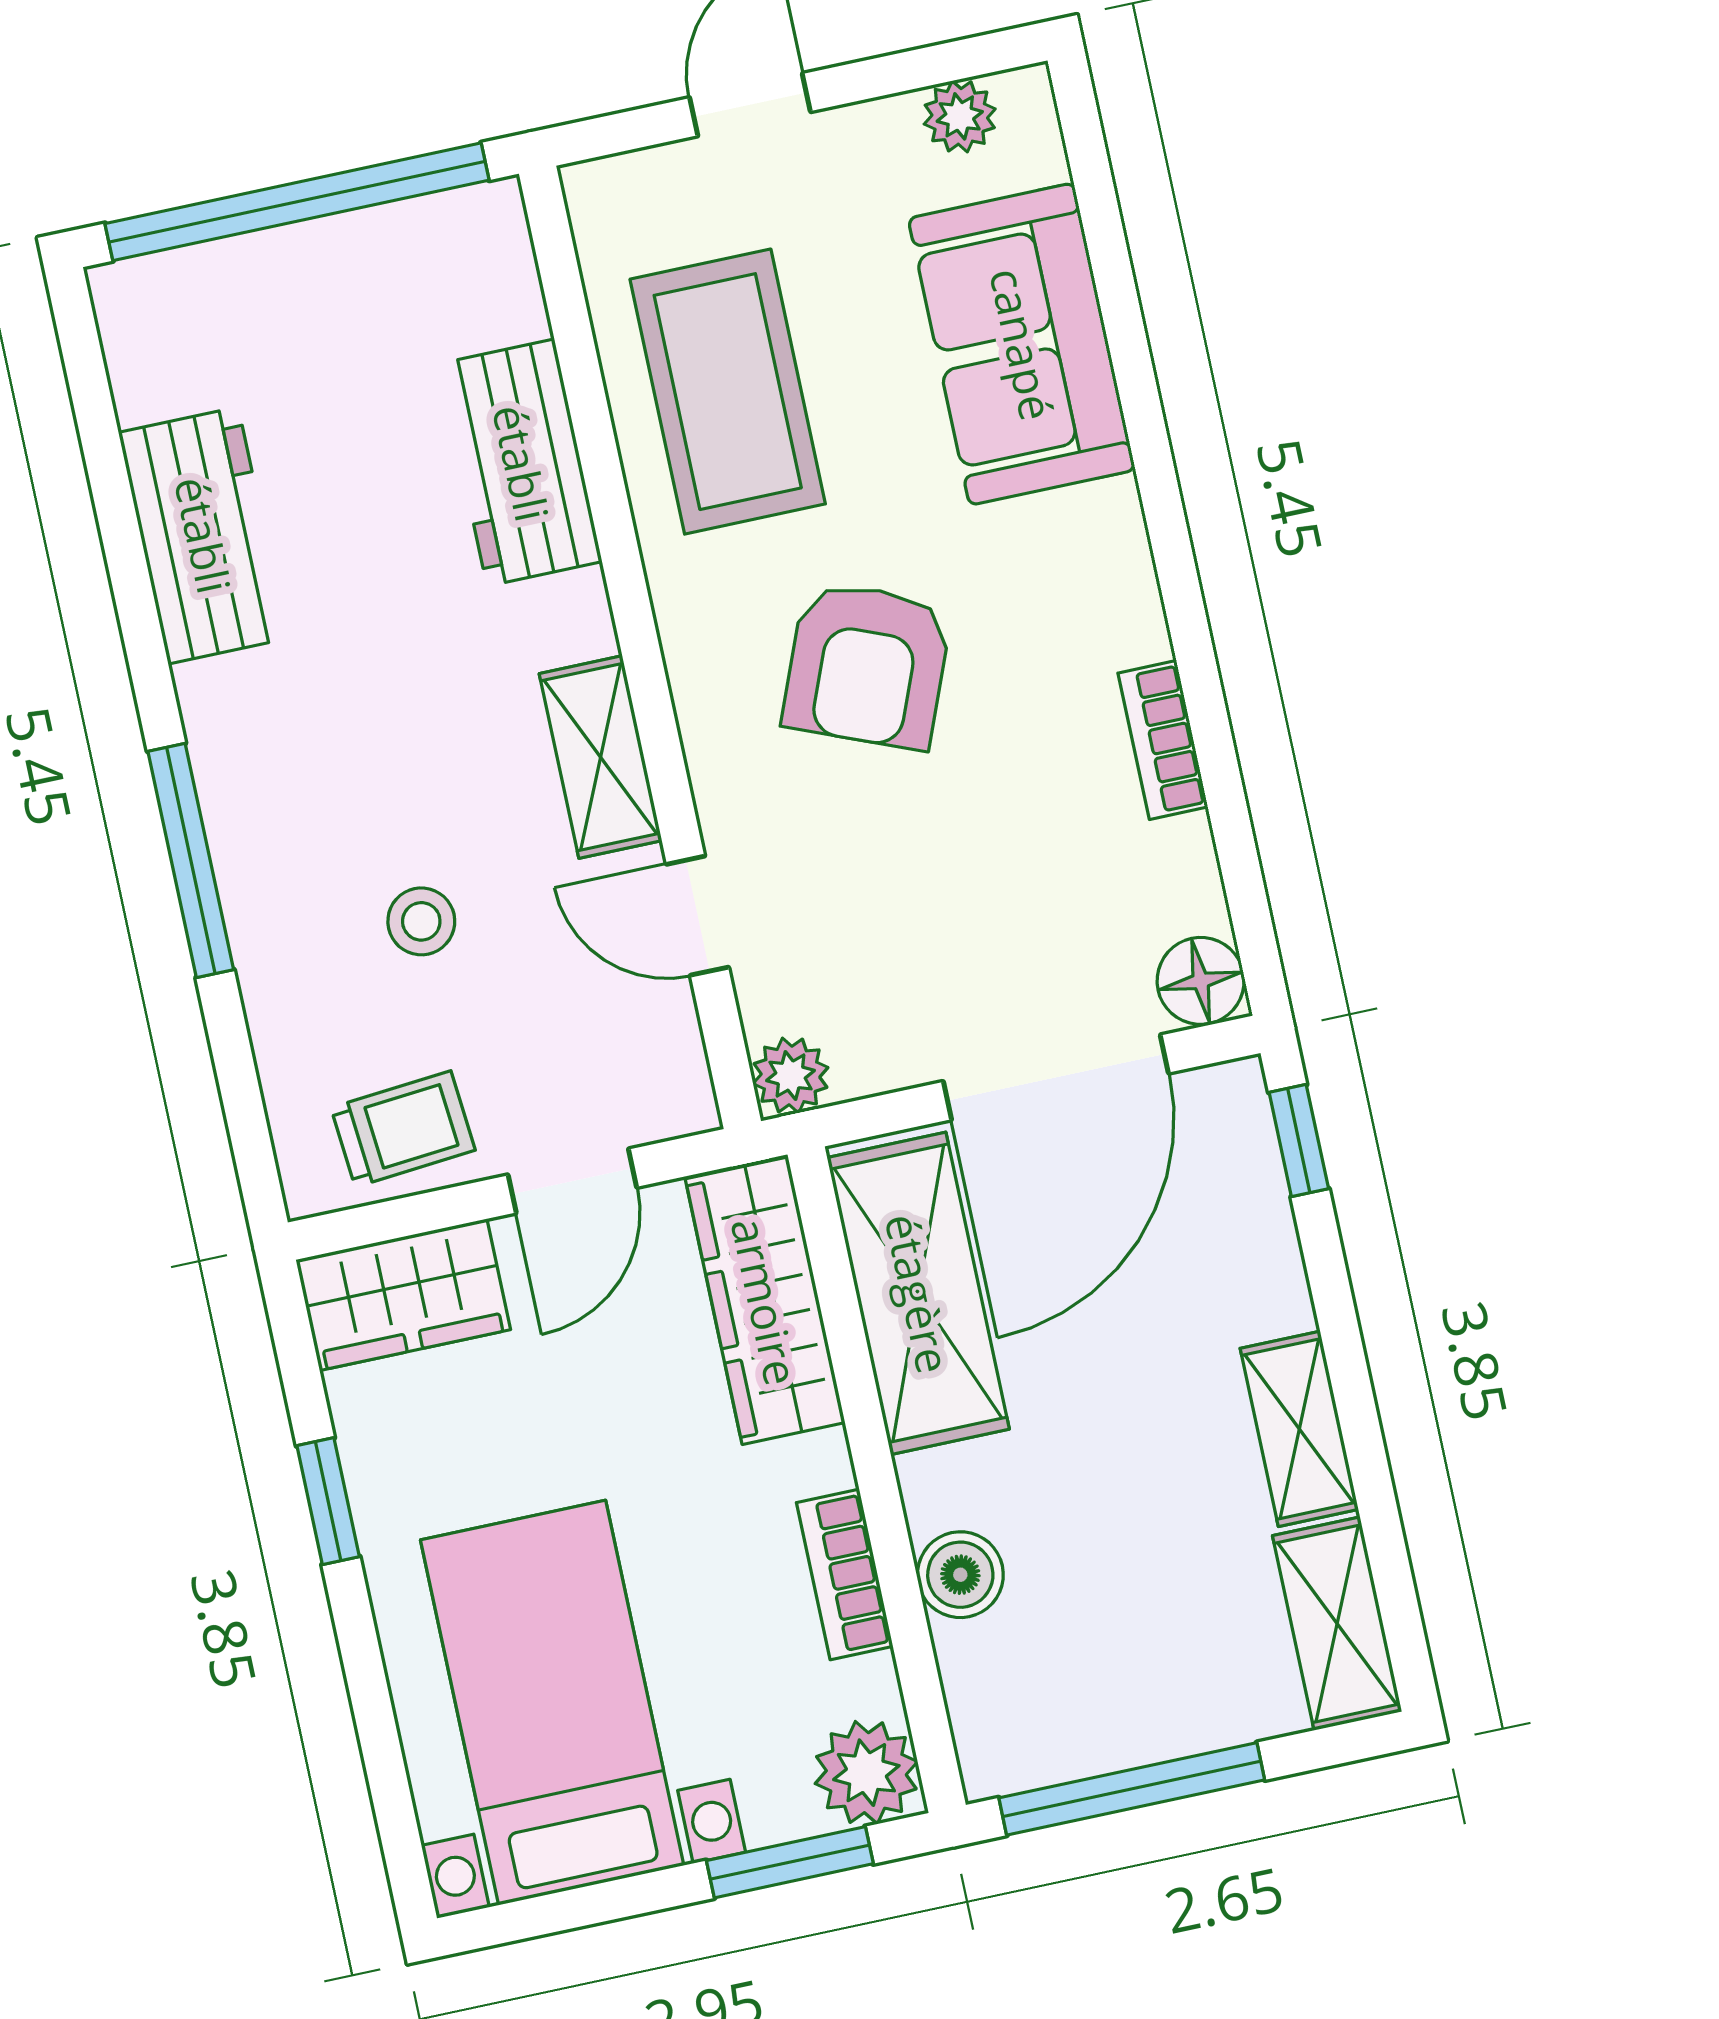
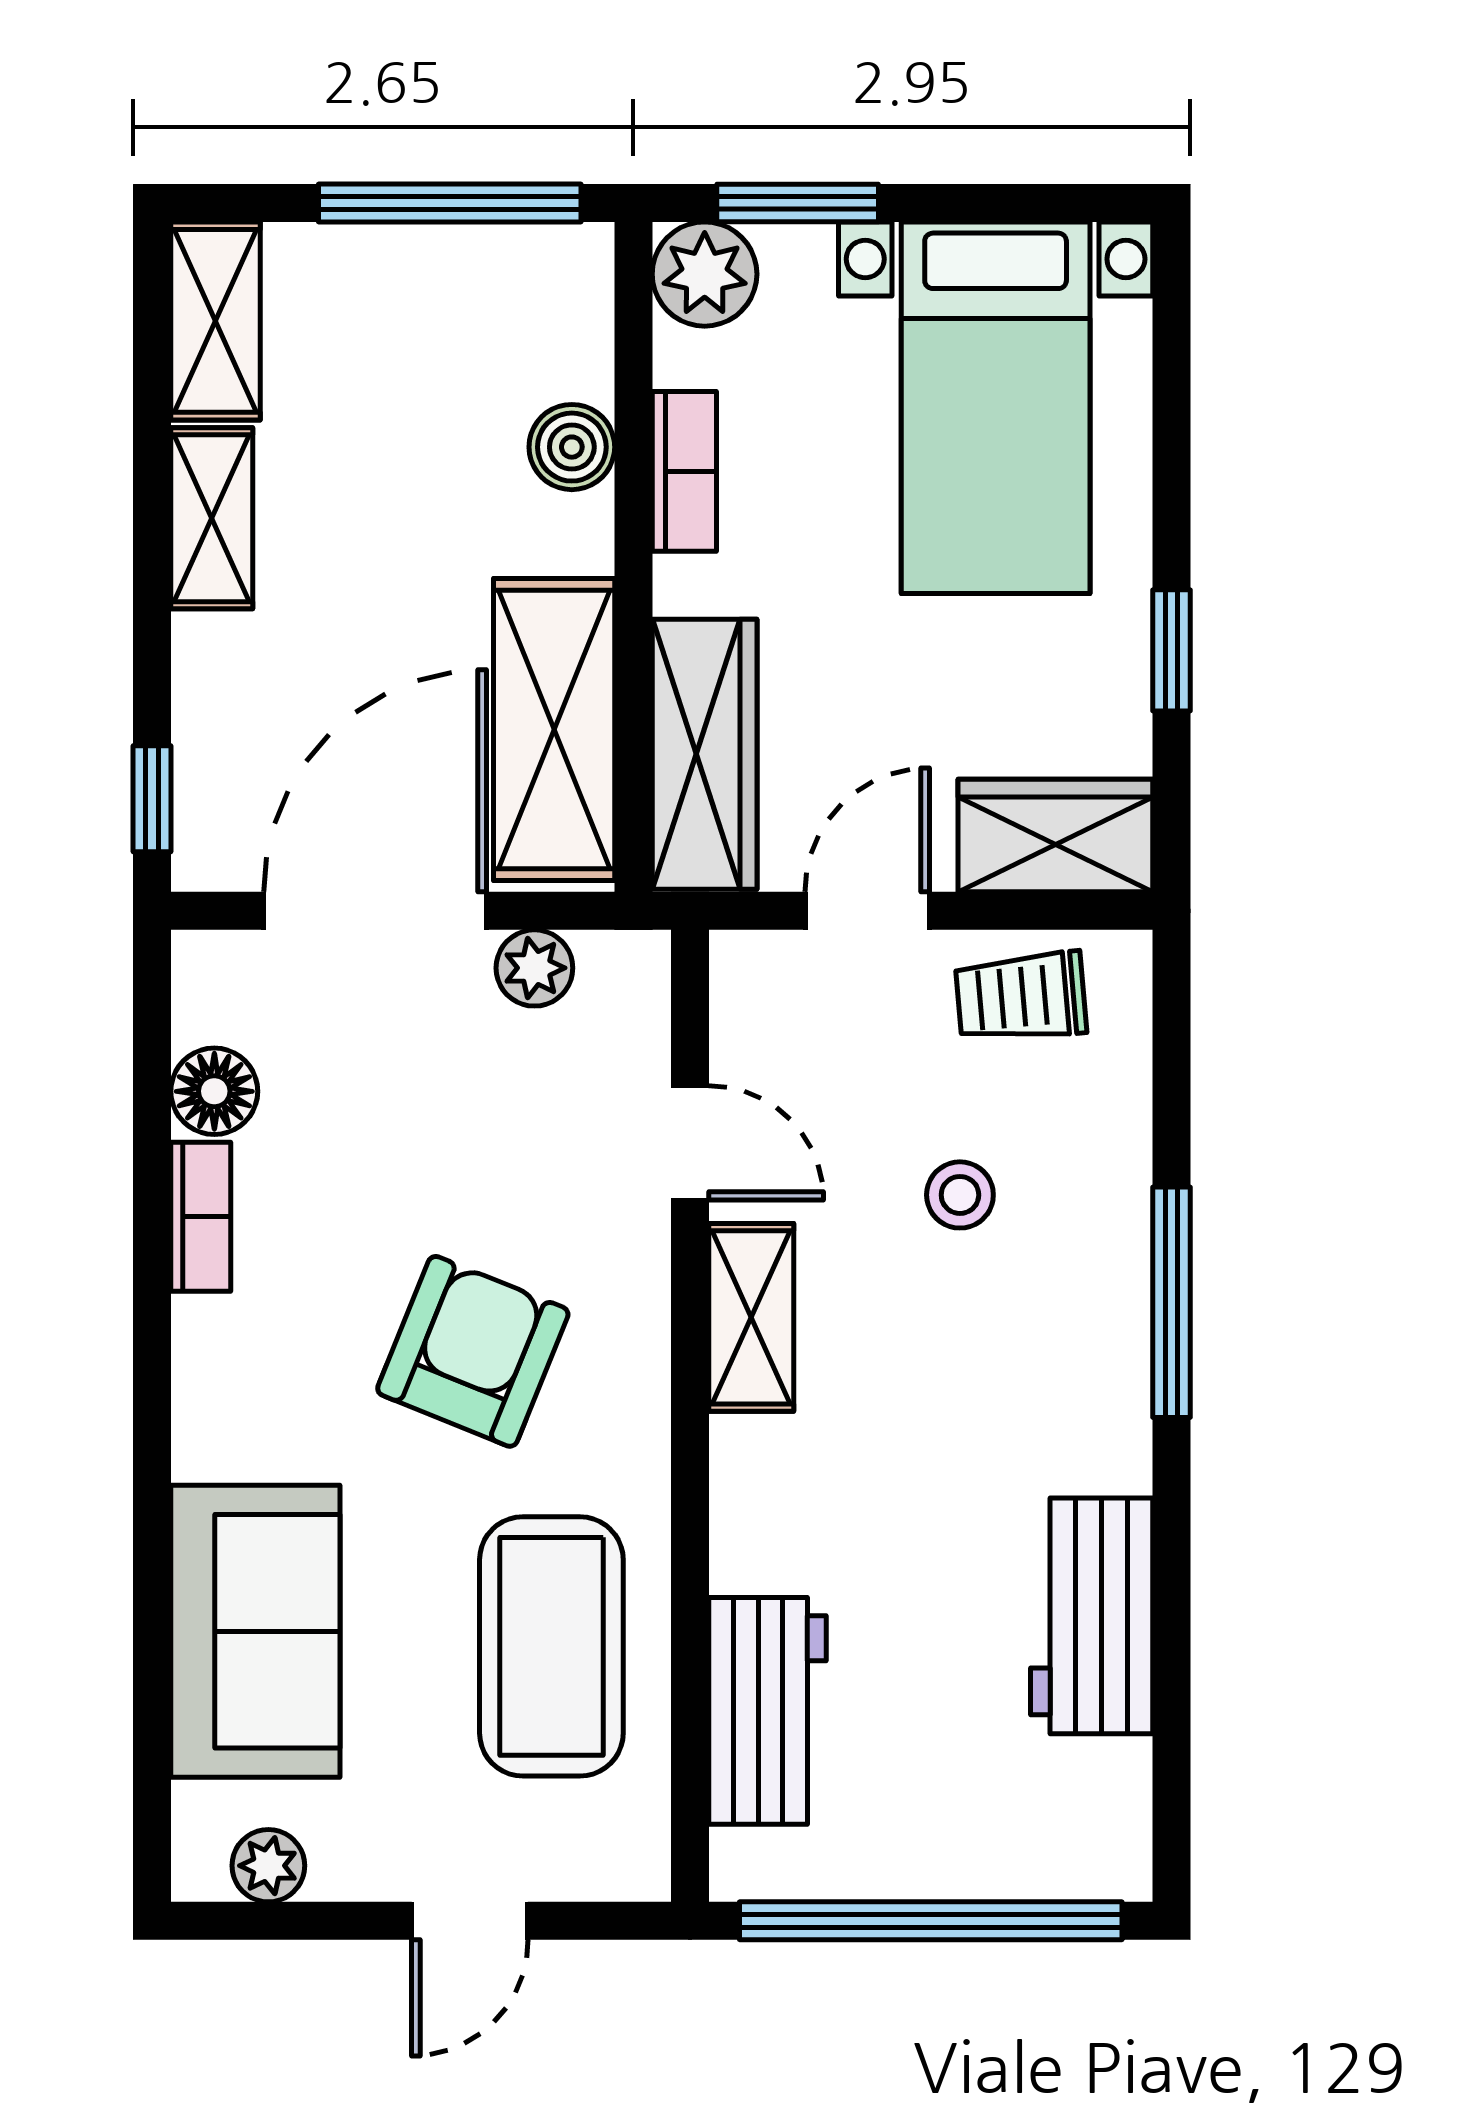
workbench: (521, 463) -> (768, 1711), moved
floor lamp: (1201, 981) -> (214, 1091), moved
plant: (790, 1076) -> (534, 968), moved

